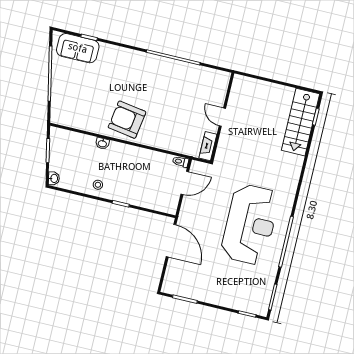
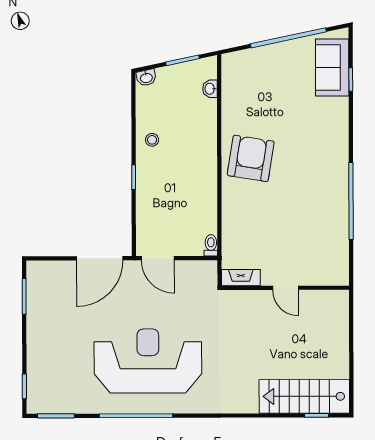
door: (222, 117) -> (285, 288), swing flipped
washbasin: (102, 143) -> (210, 89), moved
door: (185, 183) -> (158, 258), moved
reception desk: (250, 224) -> (148, 361), turned 180

